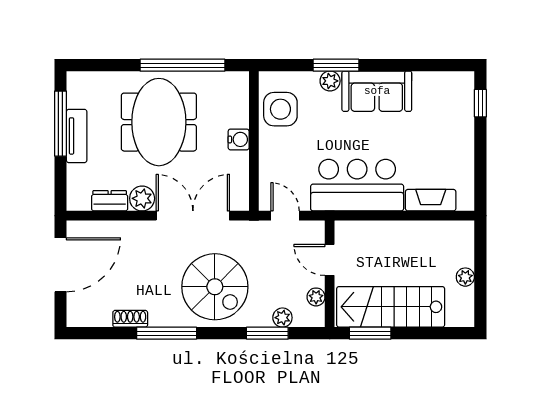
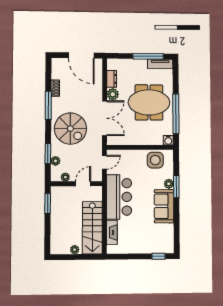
tv unit: (77, 136) -> (160, 64), moved
water cooler: (239, 139) -> (168, 140), moved
spiral stairs: (215, 287) -> (70, 129), turned -90
stairs: (391, 307) -> (92, 228), moved, turned 180

